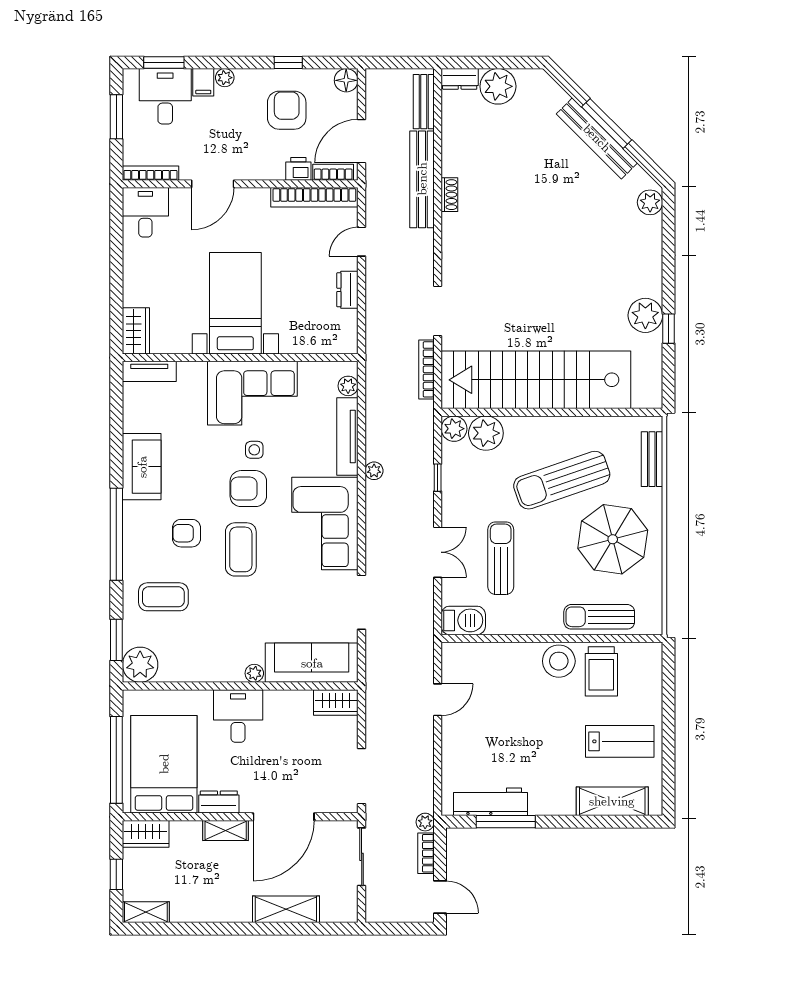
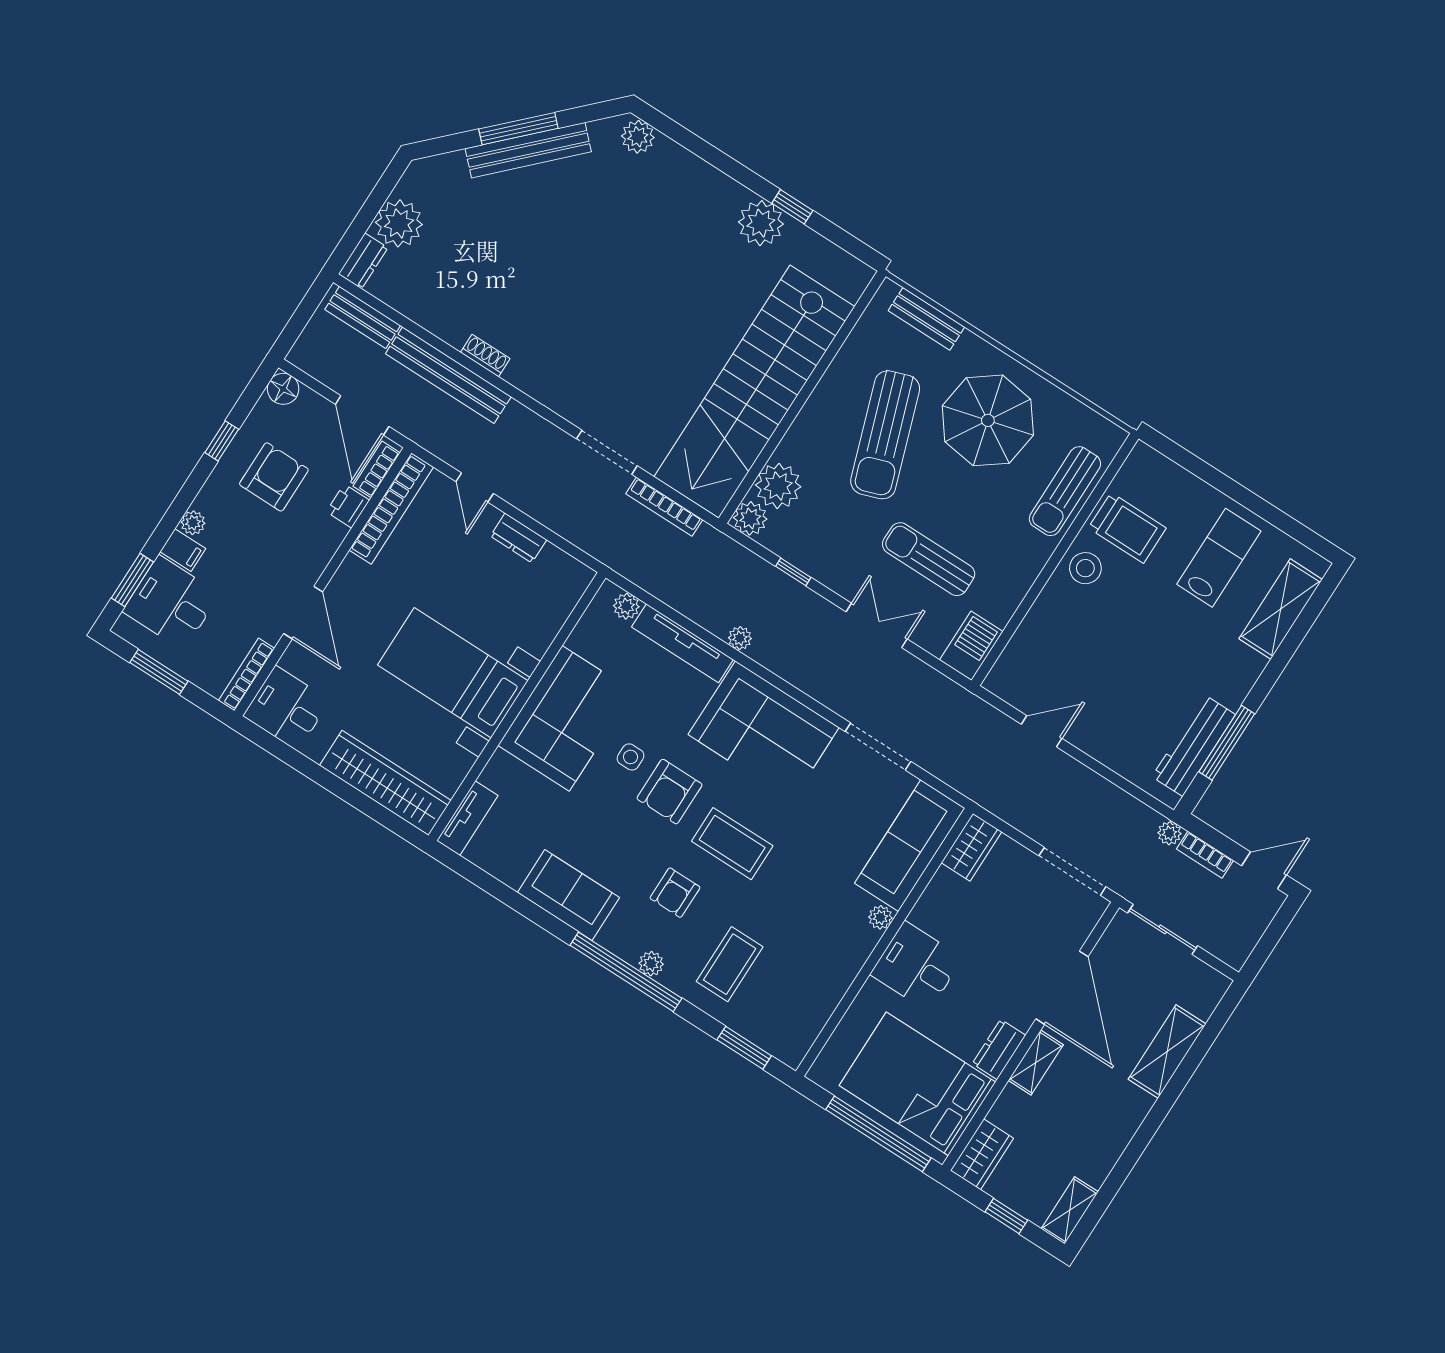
armchair: (287, 110) -> (274, 477), turned 90
wardrobe: (136, 331) -> (385, 783), width x2.10, depth x1.17
stool: (559, 661) -> (1085, 568), width x0.73, depth x0.73
plant: (140, 665) -> (651, 964), moved, width x0.53, depth x0.53
door: (438, 700) -> (1042, 731), hinge flipped

